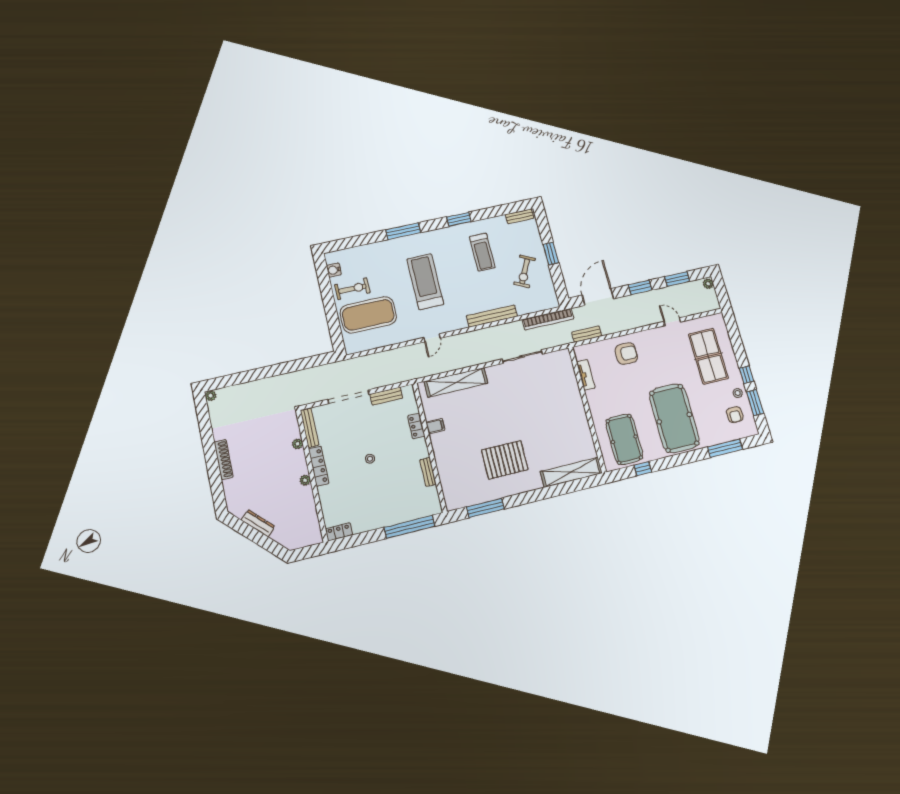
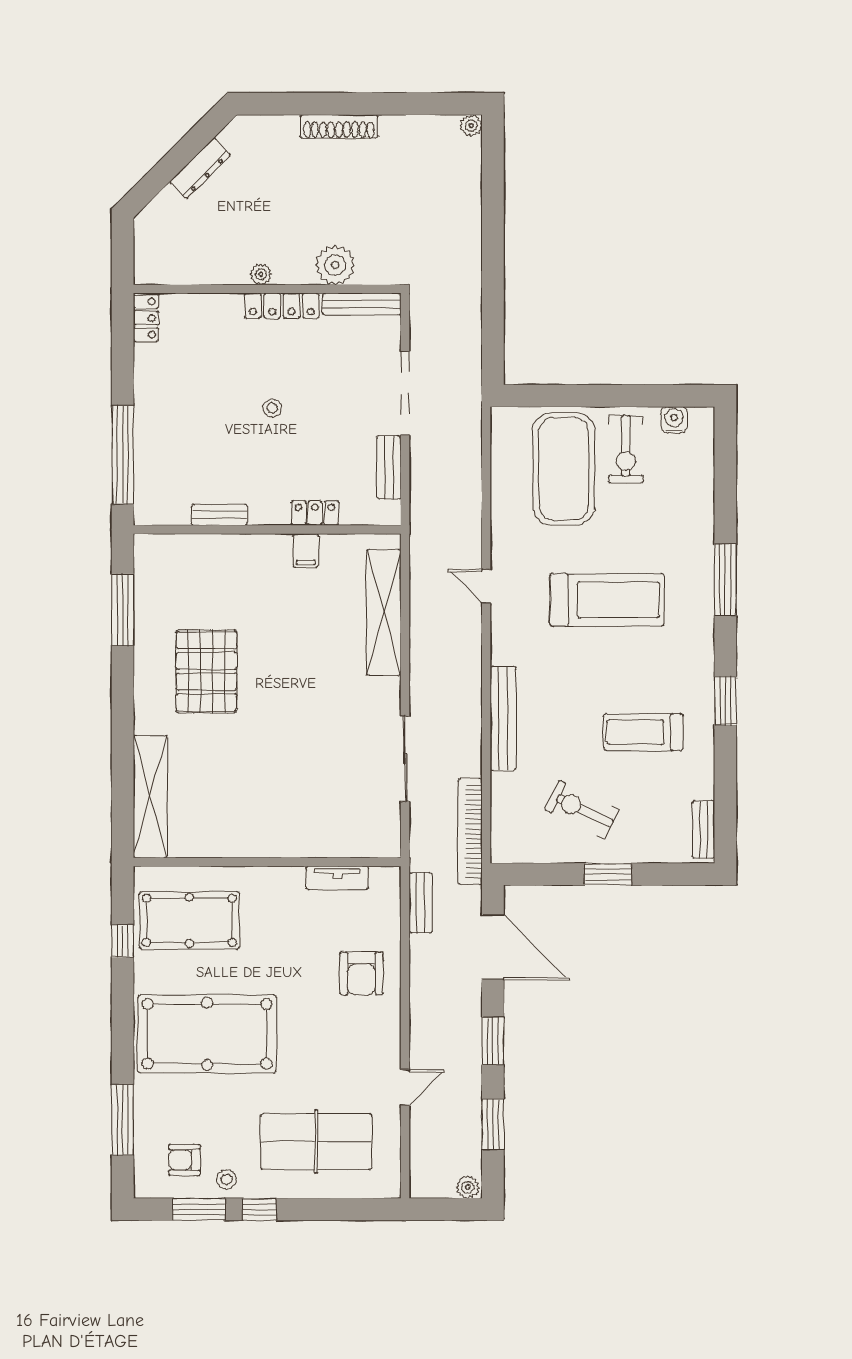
plant: (298, 444) -> (335, 265), width x1.88, depth x1.88

